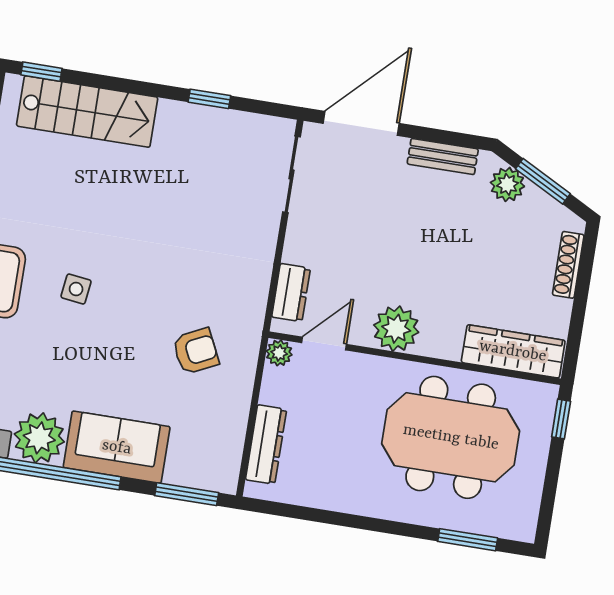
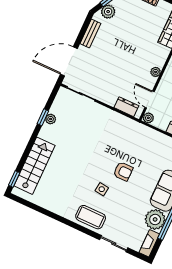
plant: (210, 119) -> (51, 119), added
door: (361, 123) -> (69, 61), hinge flipped
plant: (396, 329) -> (156, 72), width x0.53, depth x0.53
armchair: (196, 351) -> (123, 171), moved, turned 116

